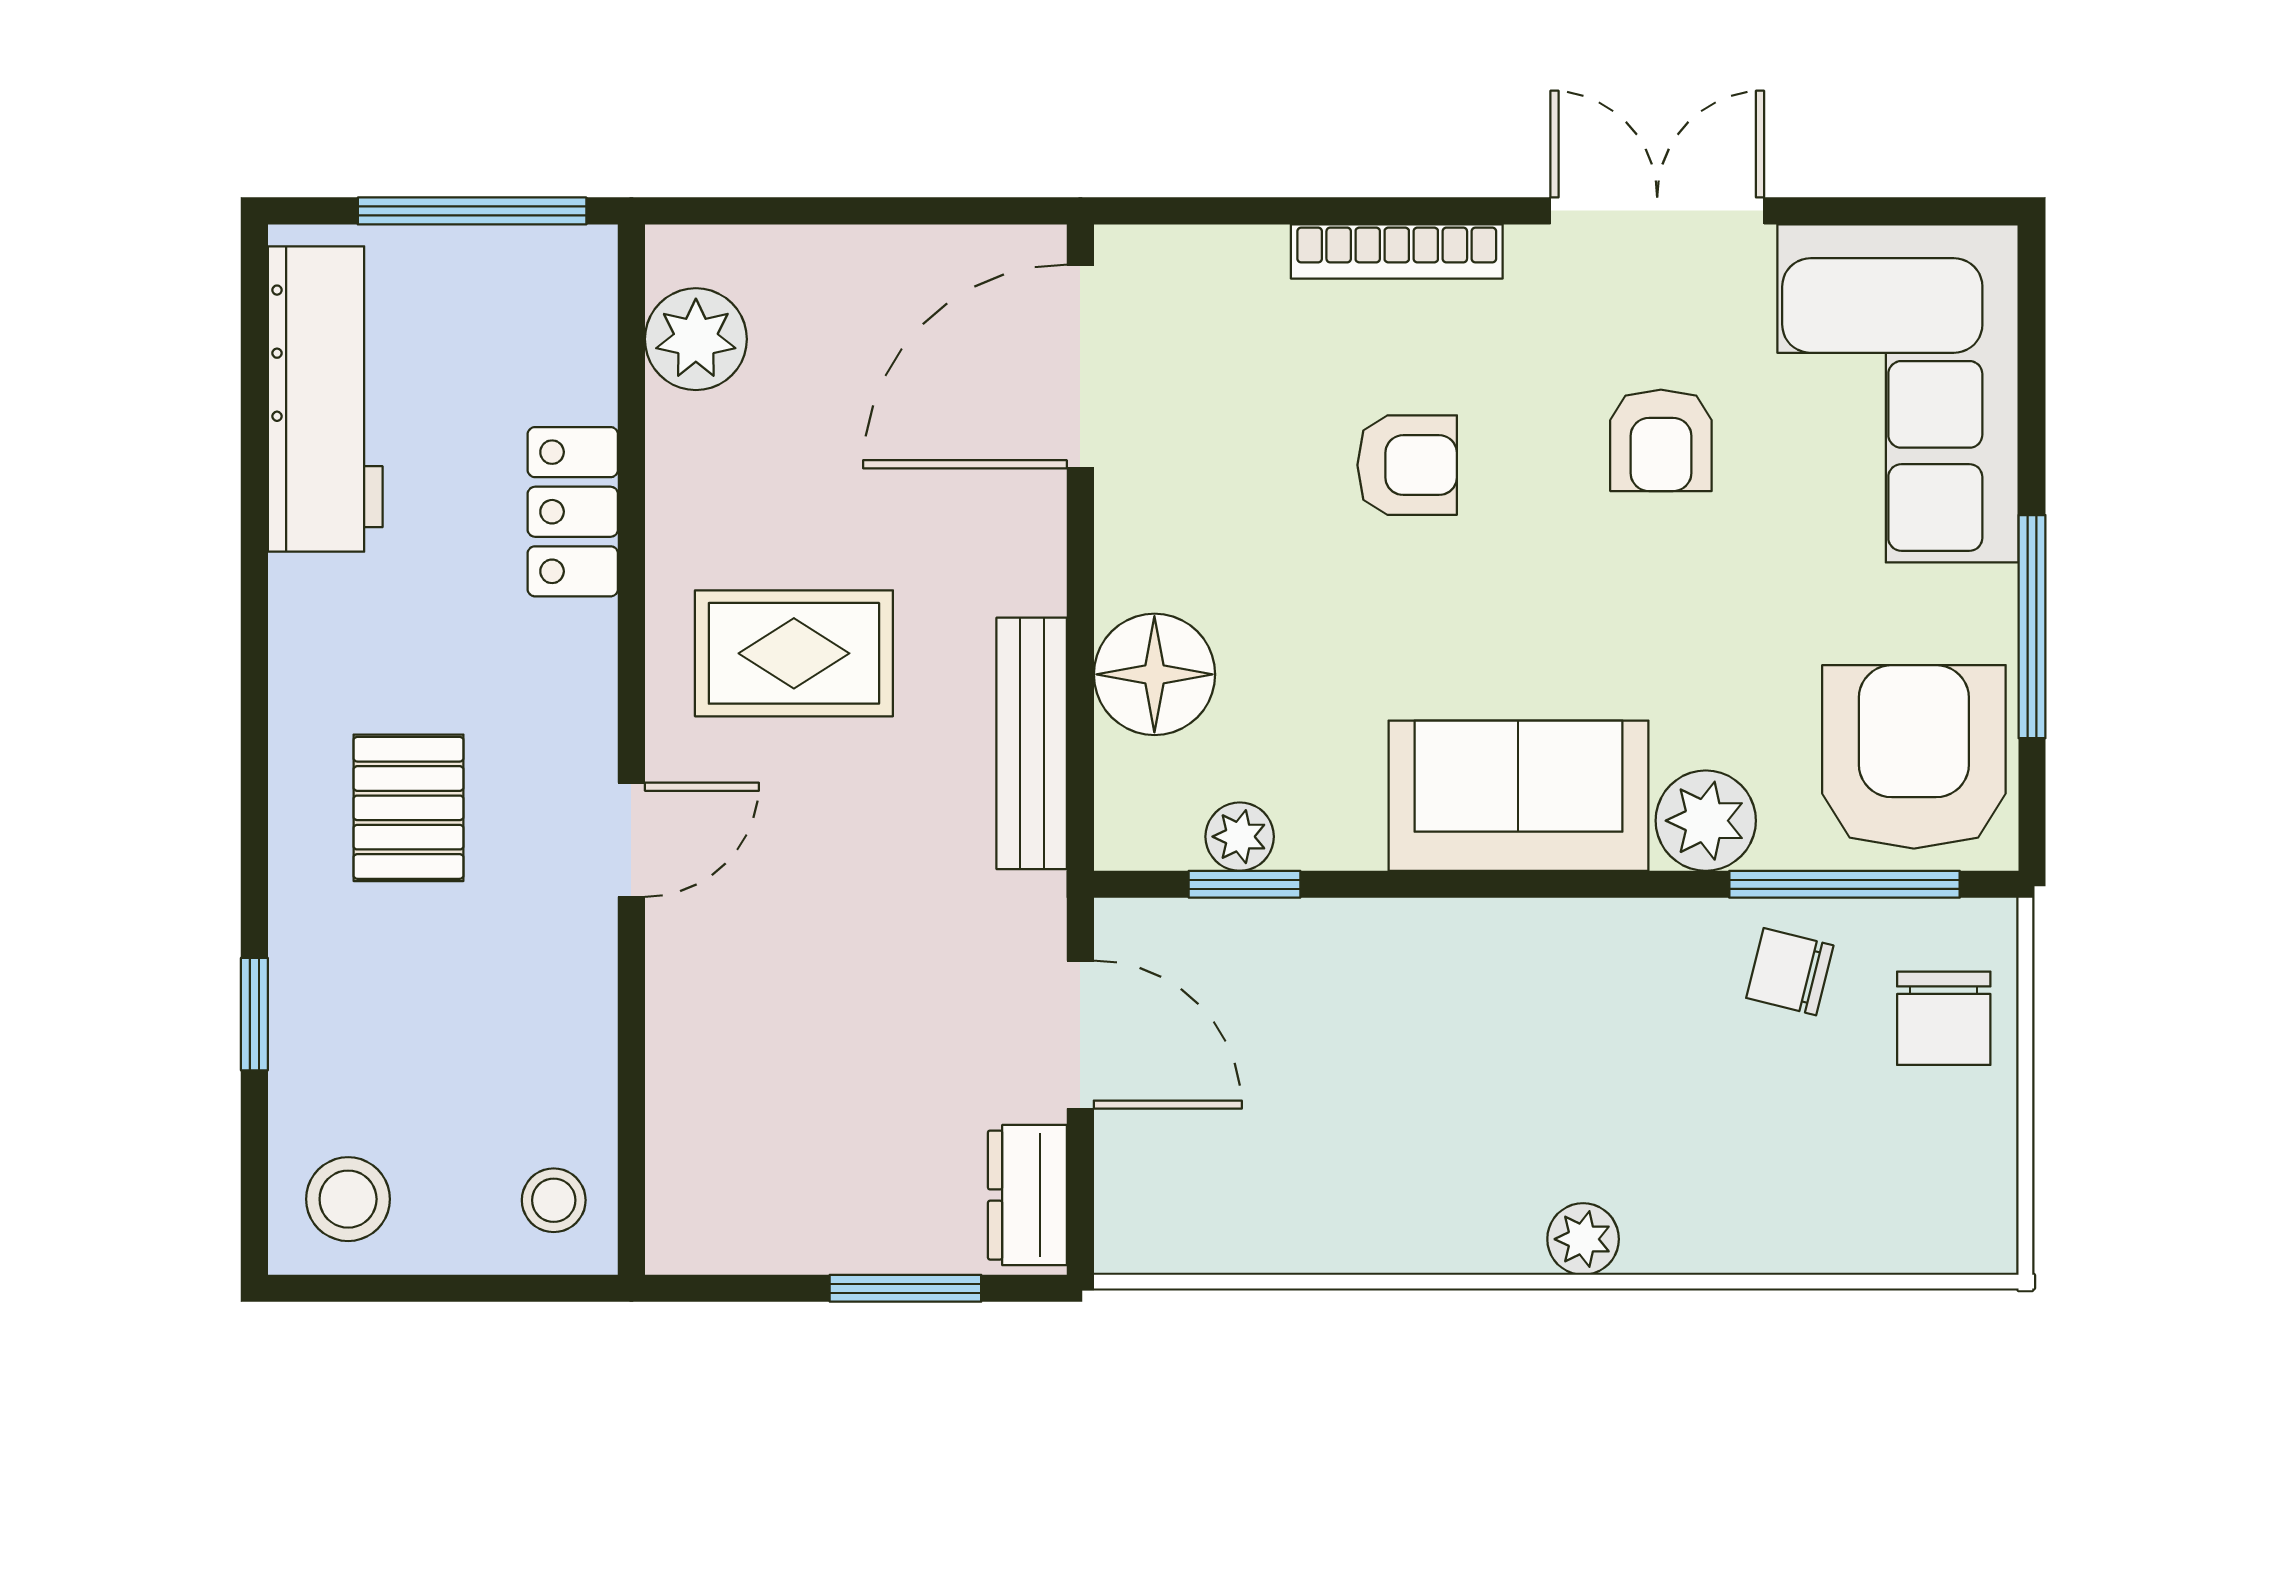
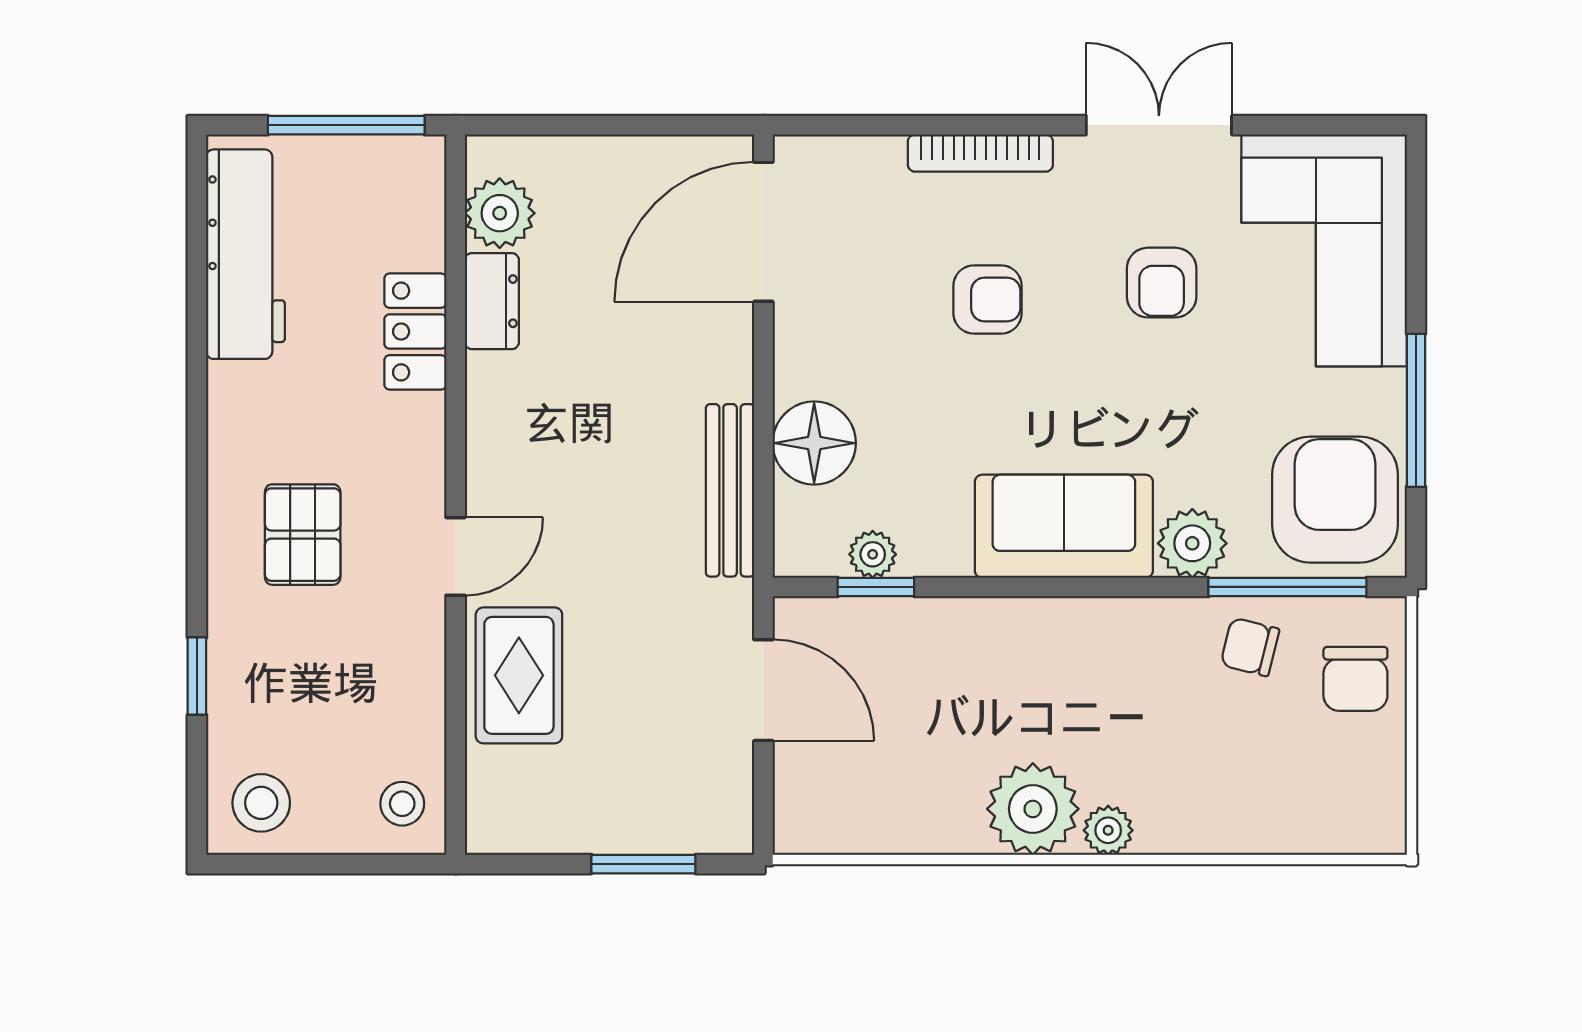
rug: (794, 653) -> (519, 675), moved, turned 90
dresser: (1027, 1195) -> (492, 301), moved, turned 180
plant: (1473, 1208) -> (1033, 809), added

